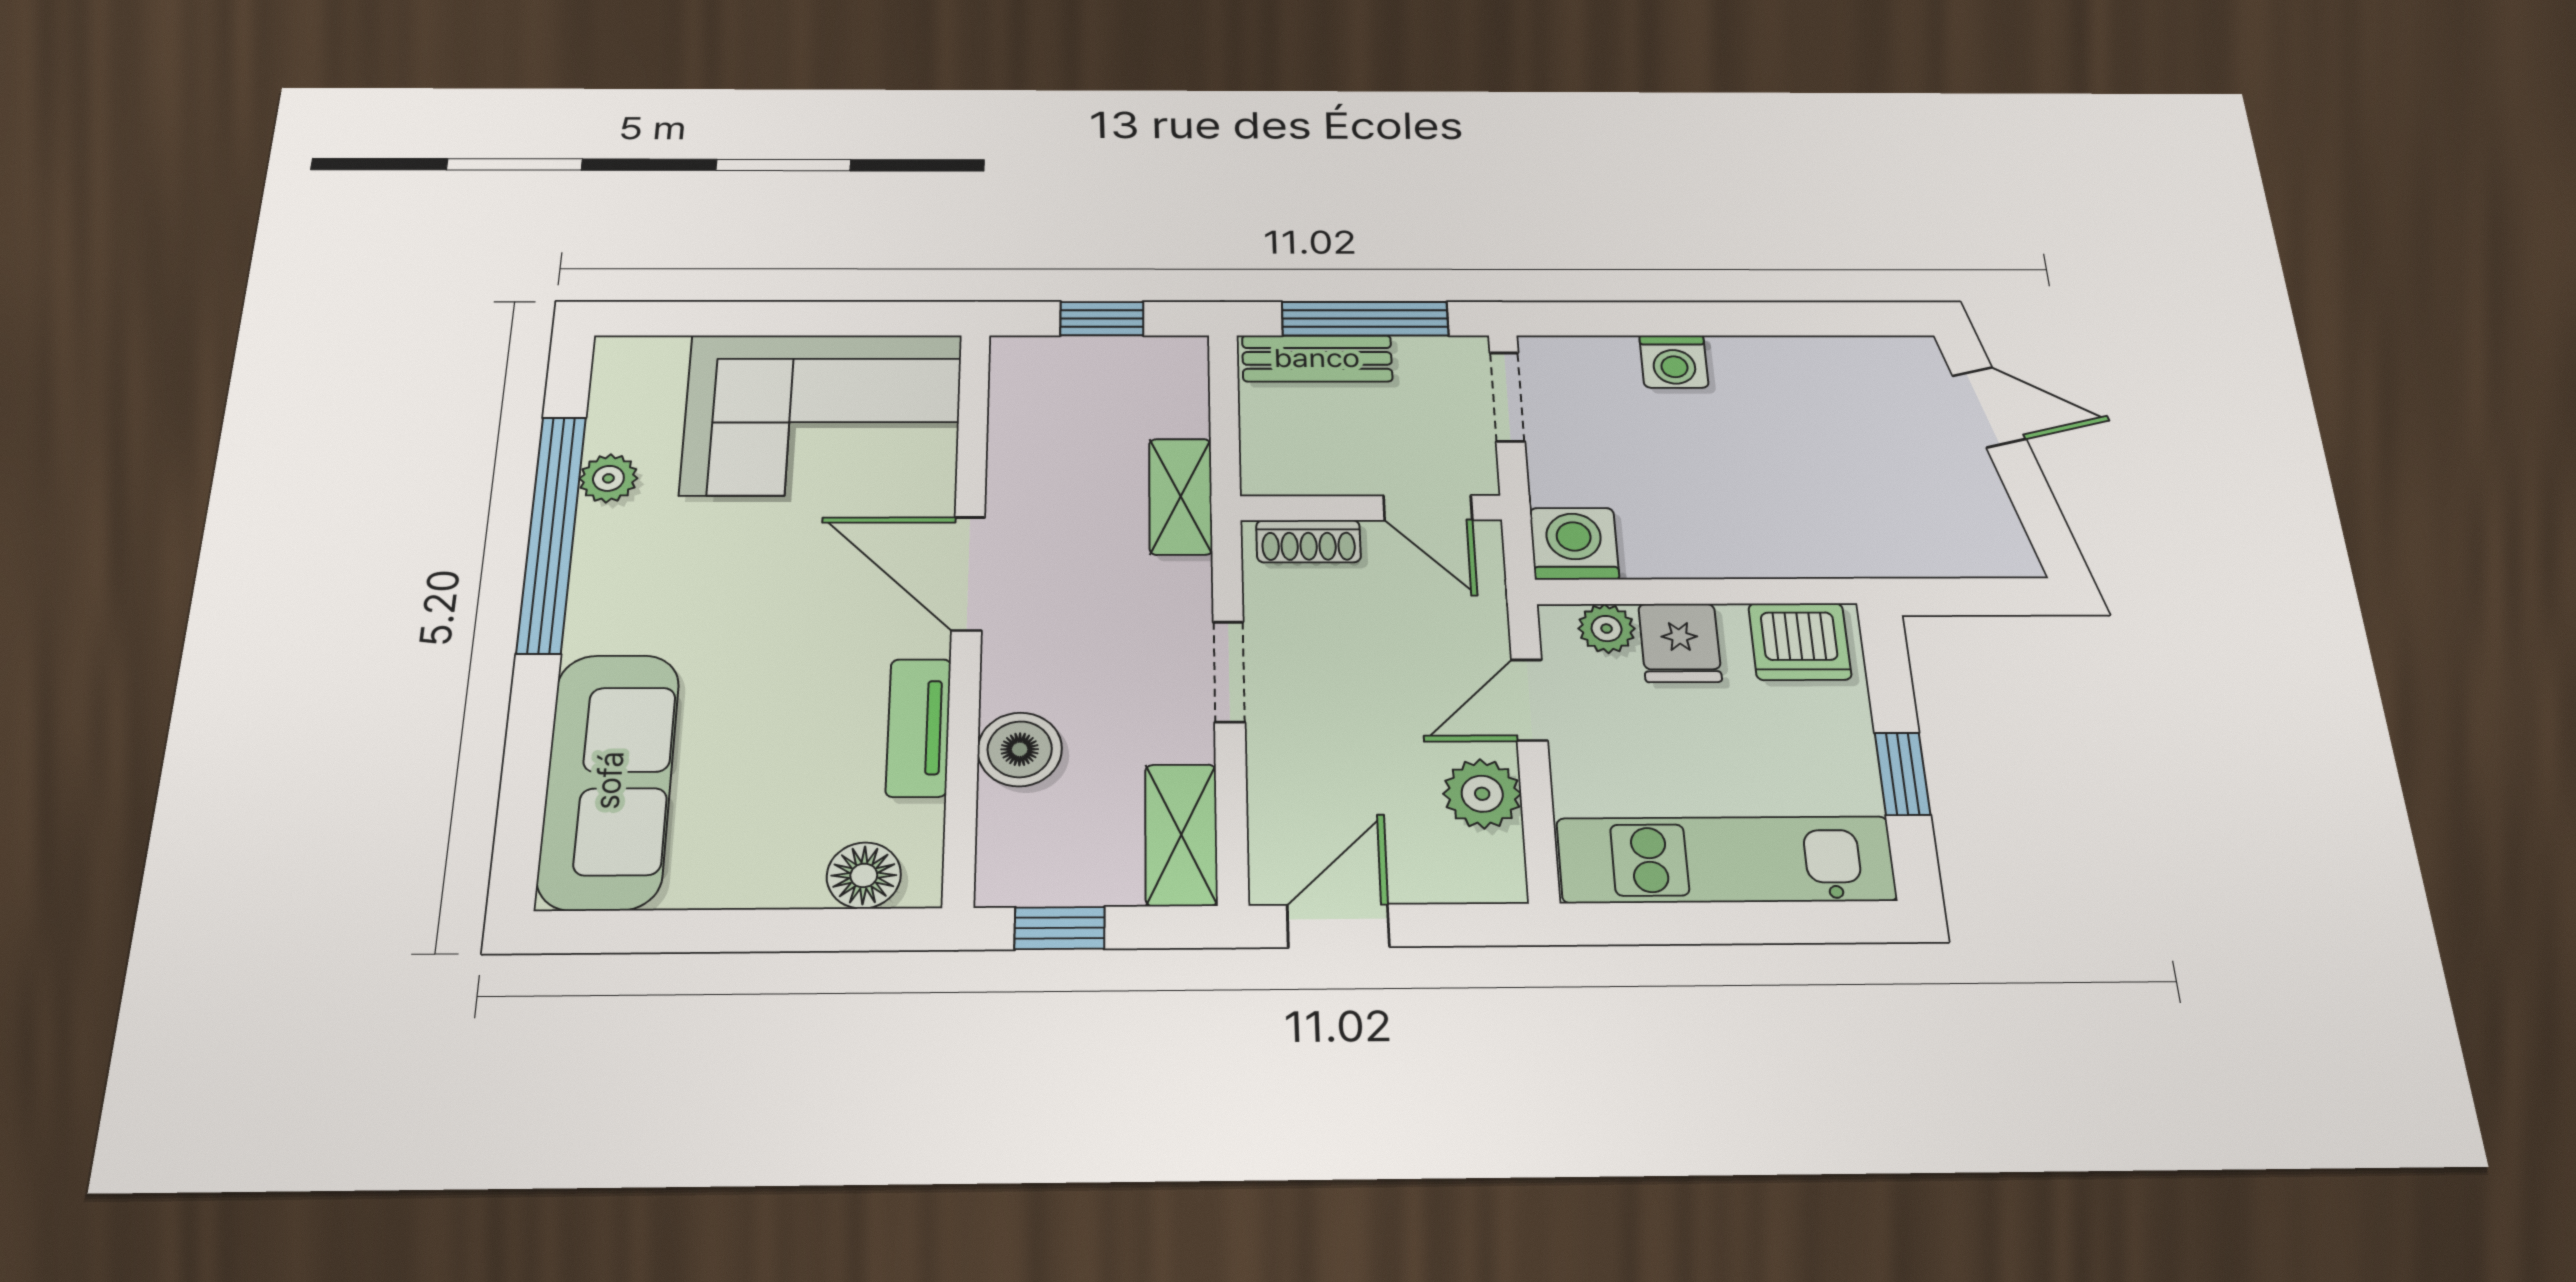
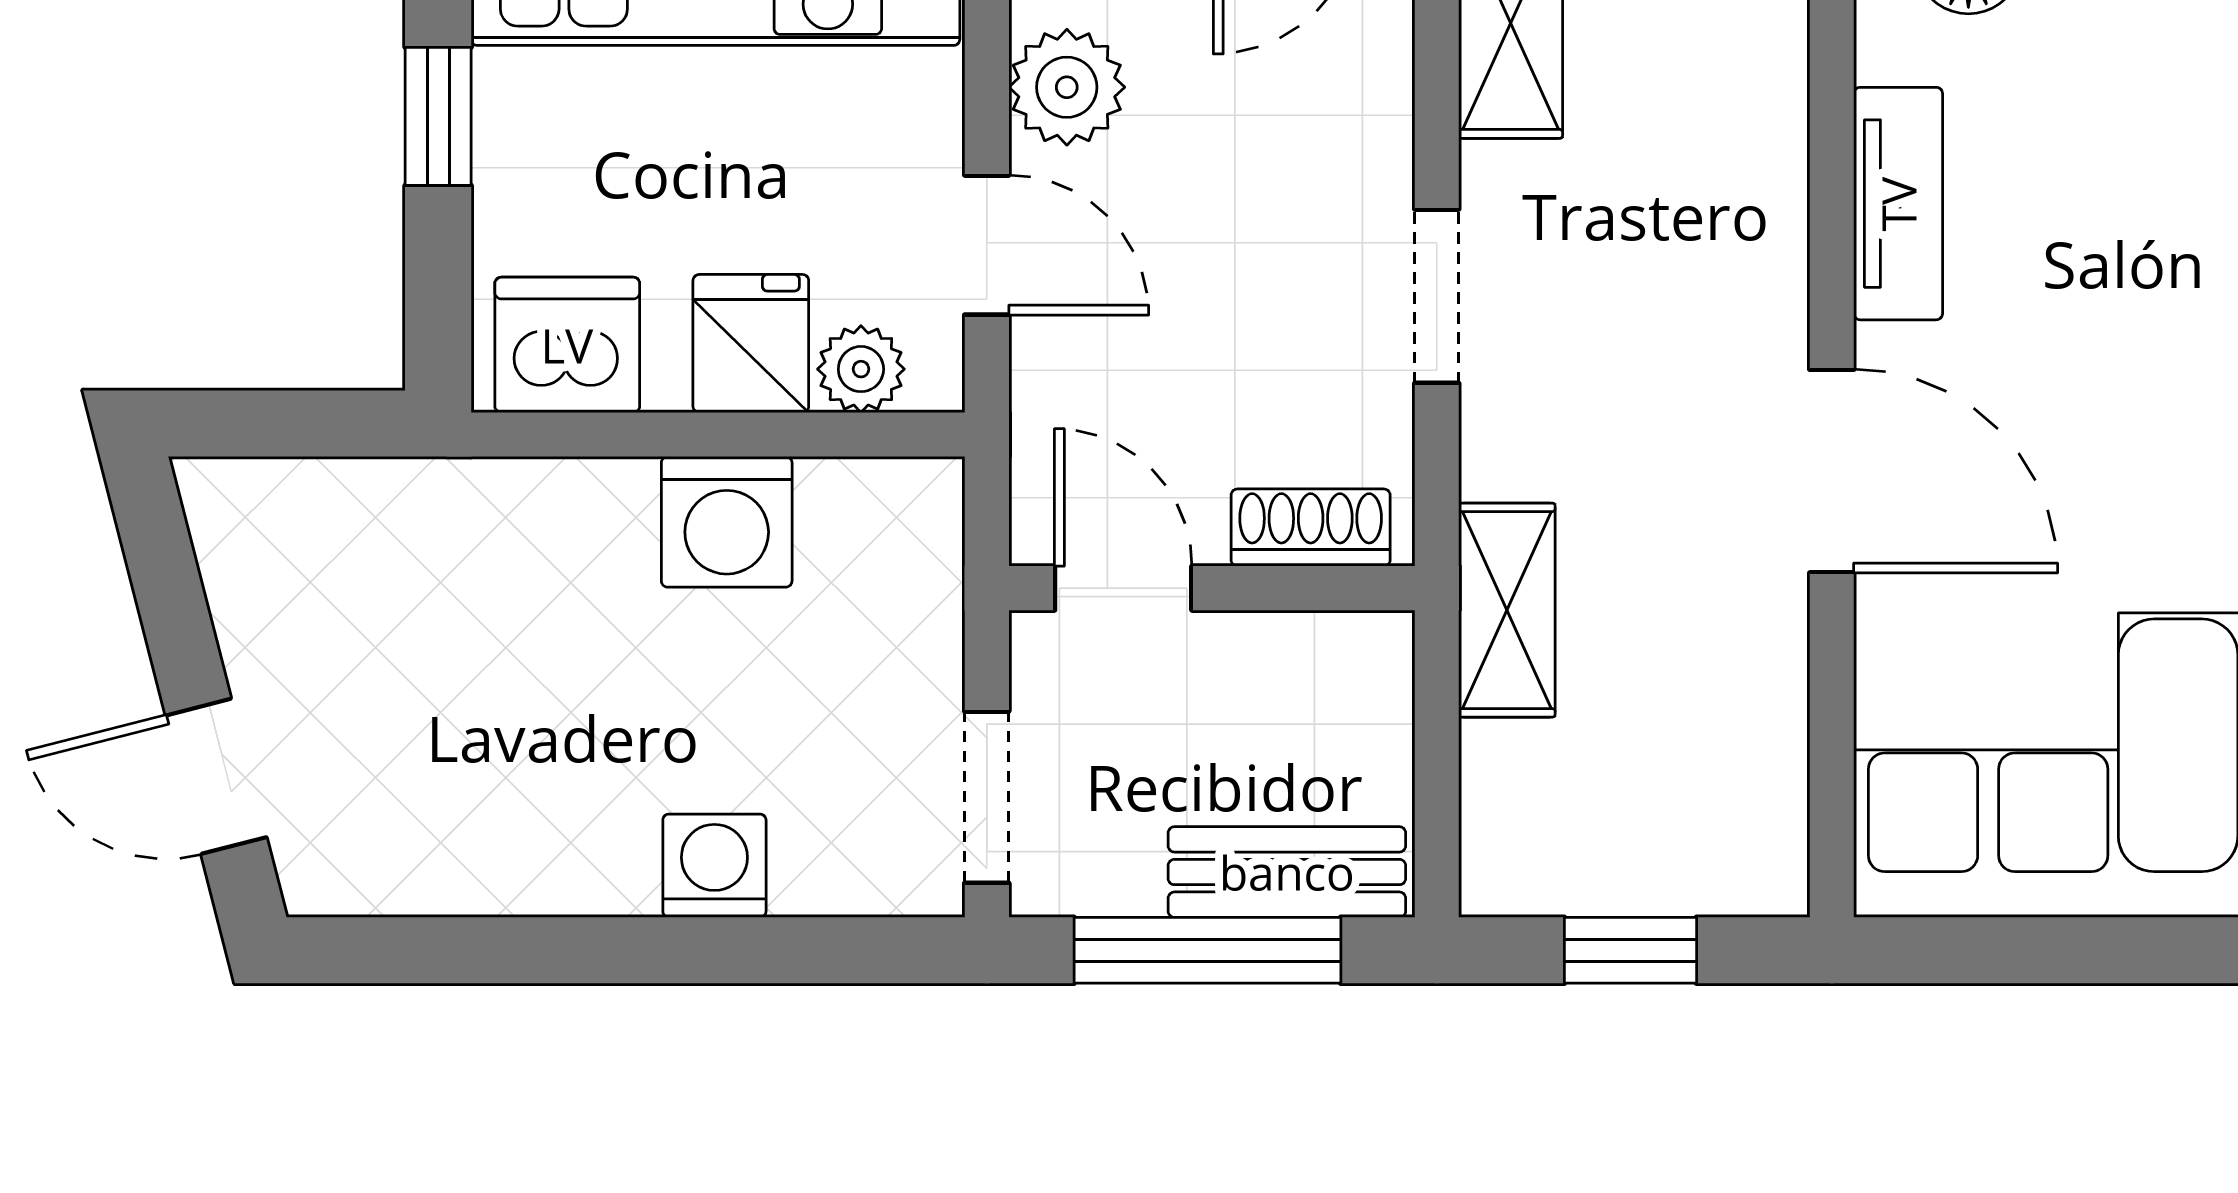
washing machine: (1574, 544) -> (727, 522), moved
door: (1529, 700) -> (987, 245), hinge flipped
boiler: (1020, 749) -> (1748, 166), removed

